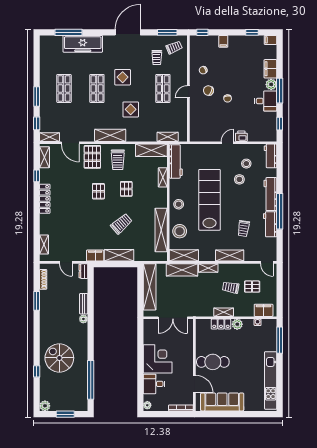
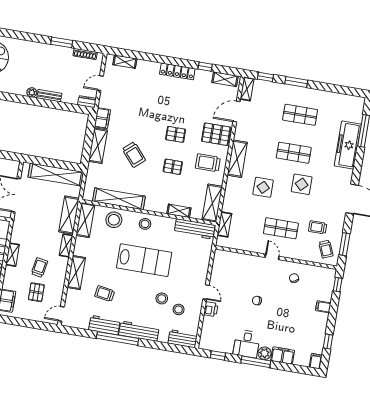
chair: (208, 91) -> (270, 280), removed
lab bench: (209, 200) -> (144, 260), width x0.73

